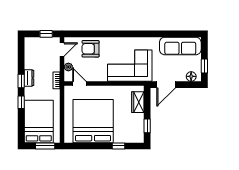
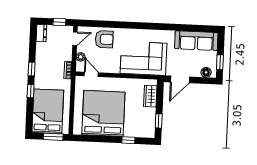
armchair: (91, 49) -> (104, 39), turned 180
dresser: (29, 78) -> (41, 33), moved

